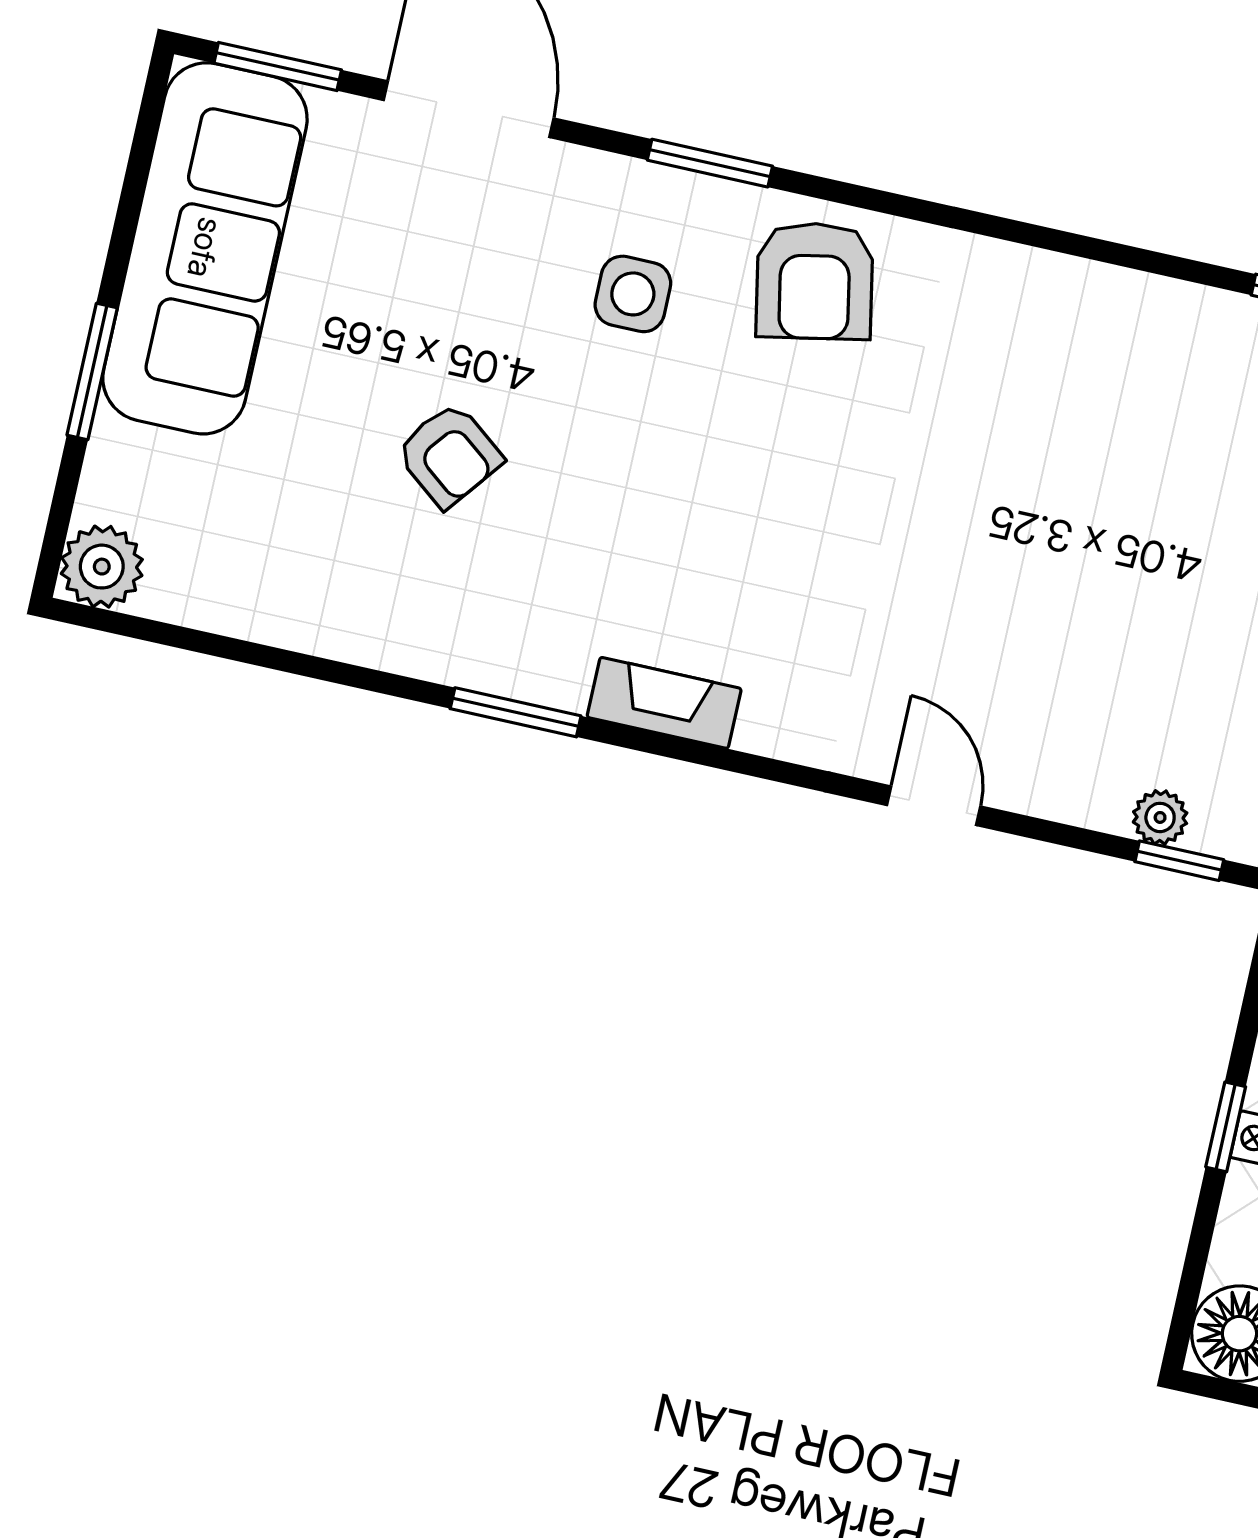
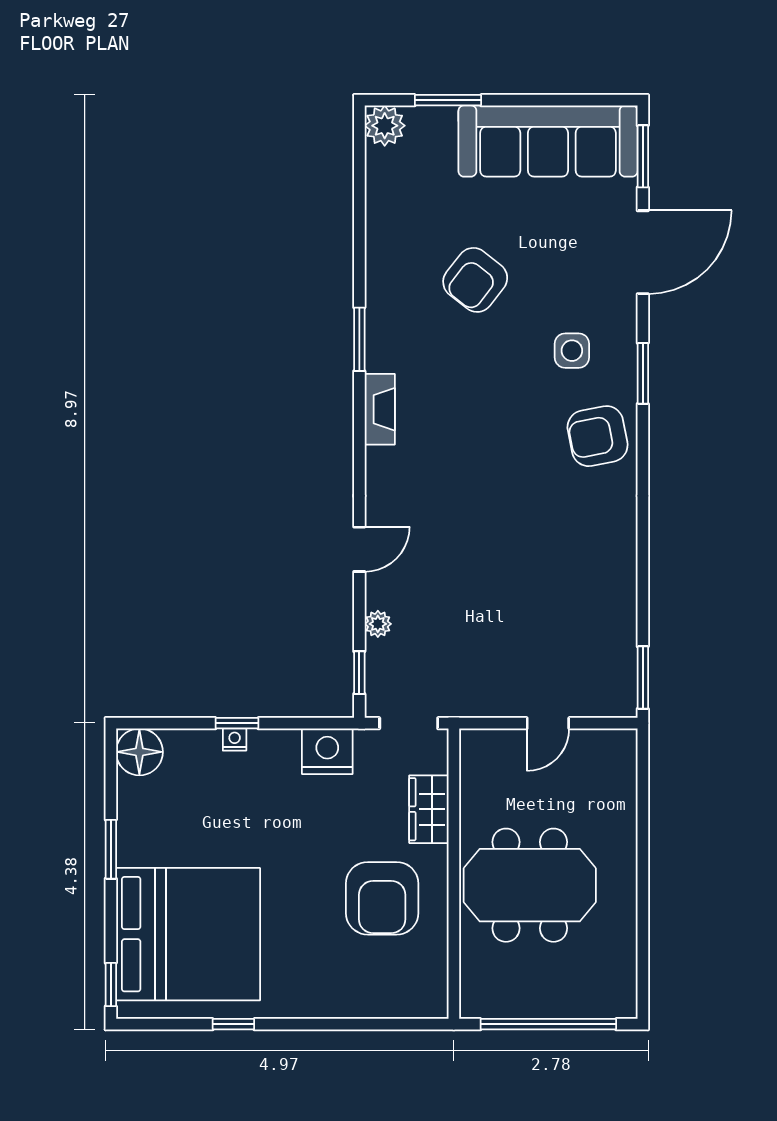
window: (92, 372) -> (448, 100), moved
armchair: (449, 455) -> (475, 280), width x1.38, depth x1.38
plant: (1160, 817) -> (378, 624), moved

